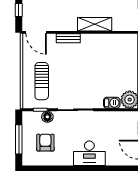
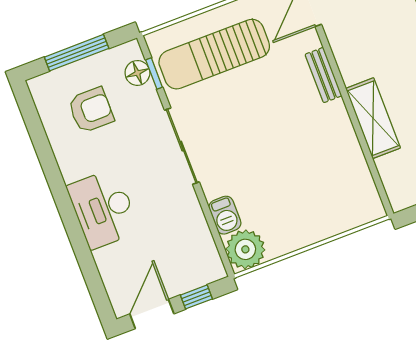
sun lounger: (42, 81) -> (214, 54), width x1.36, depth x1.34
floor lamp: (47, 117) -> (137, 73), moved

